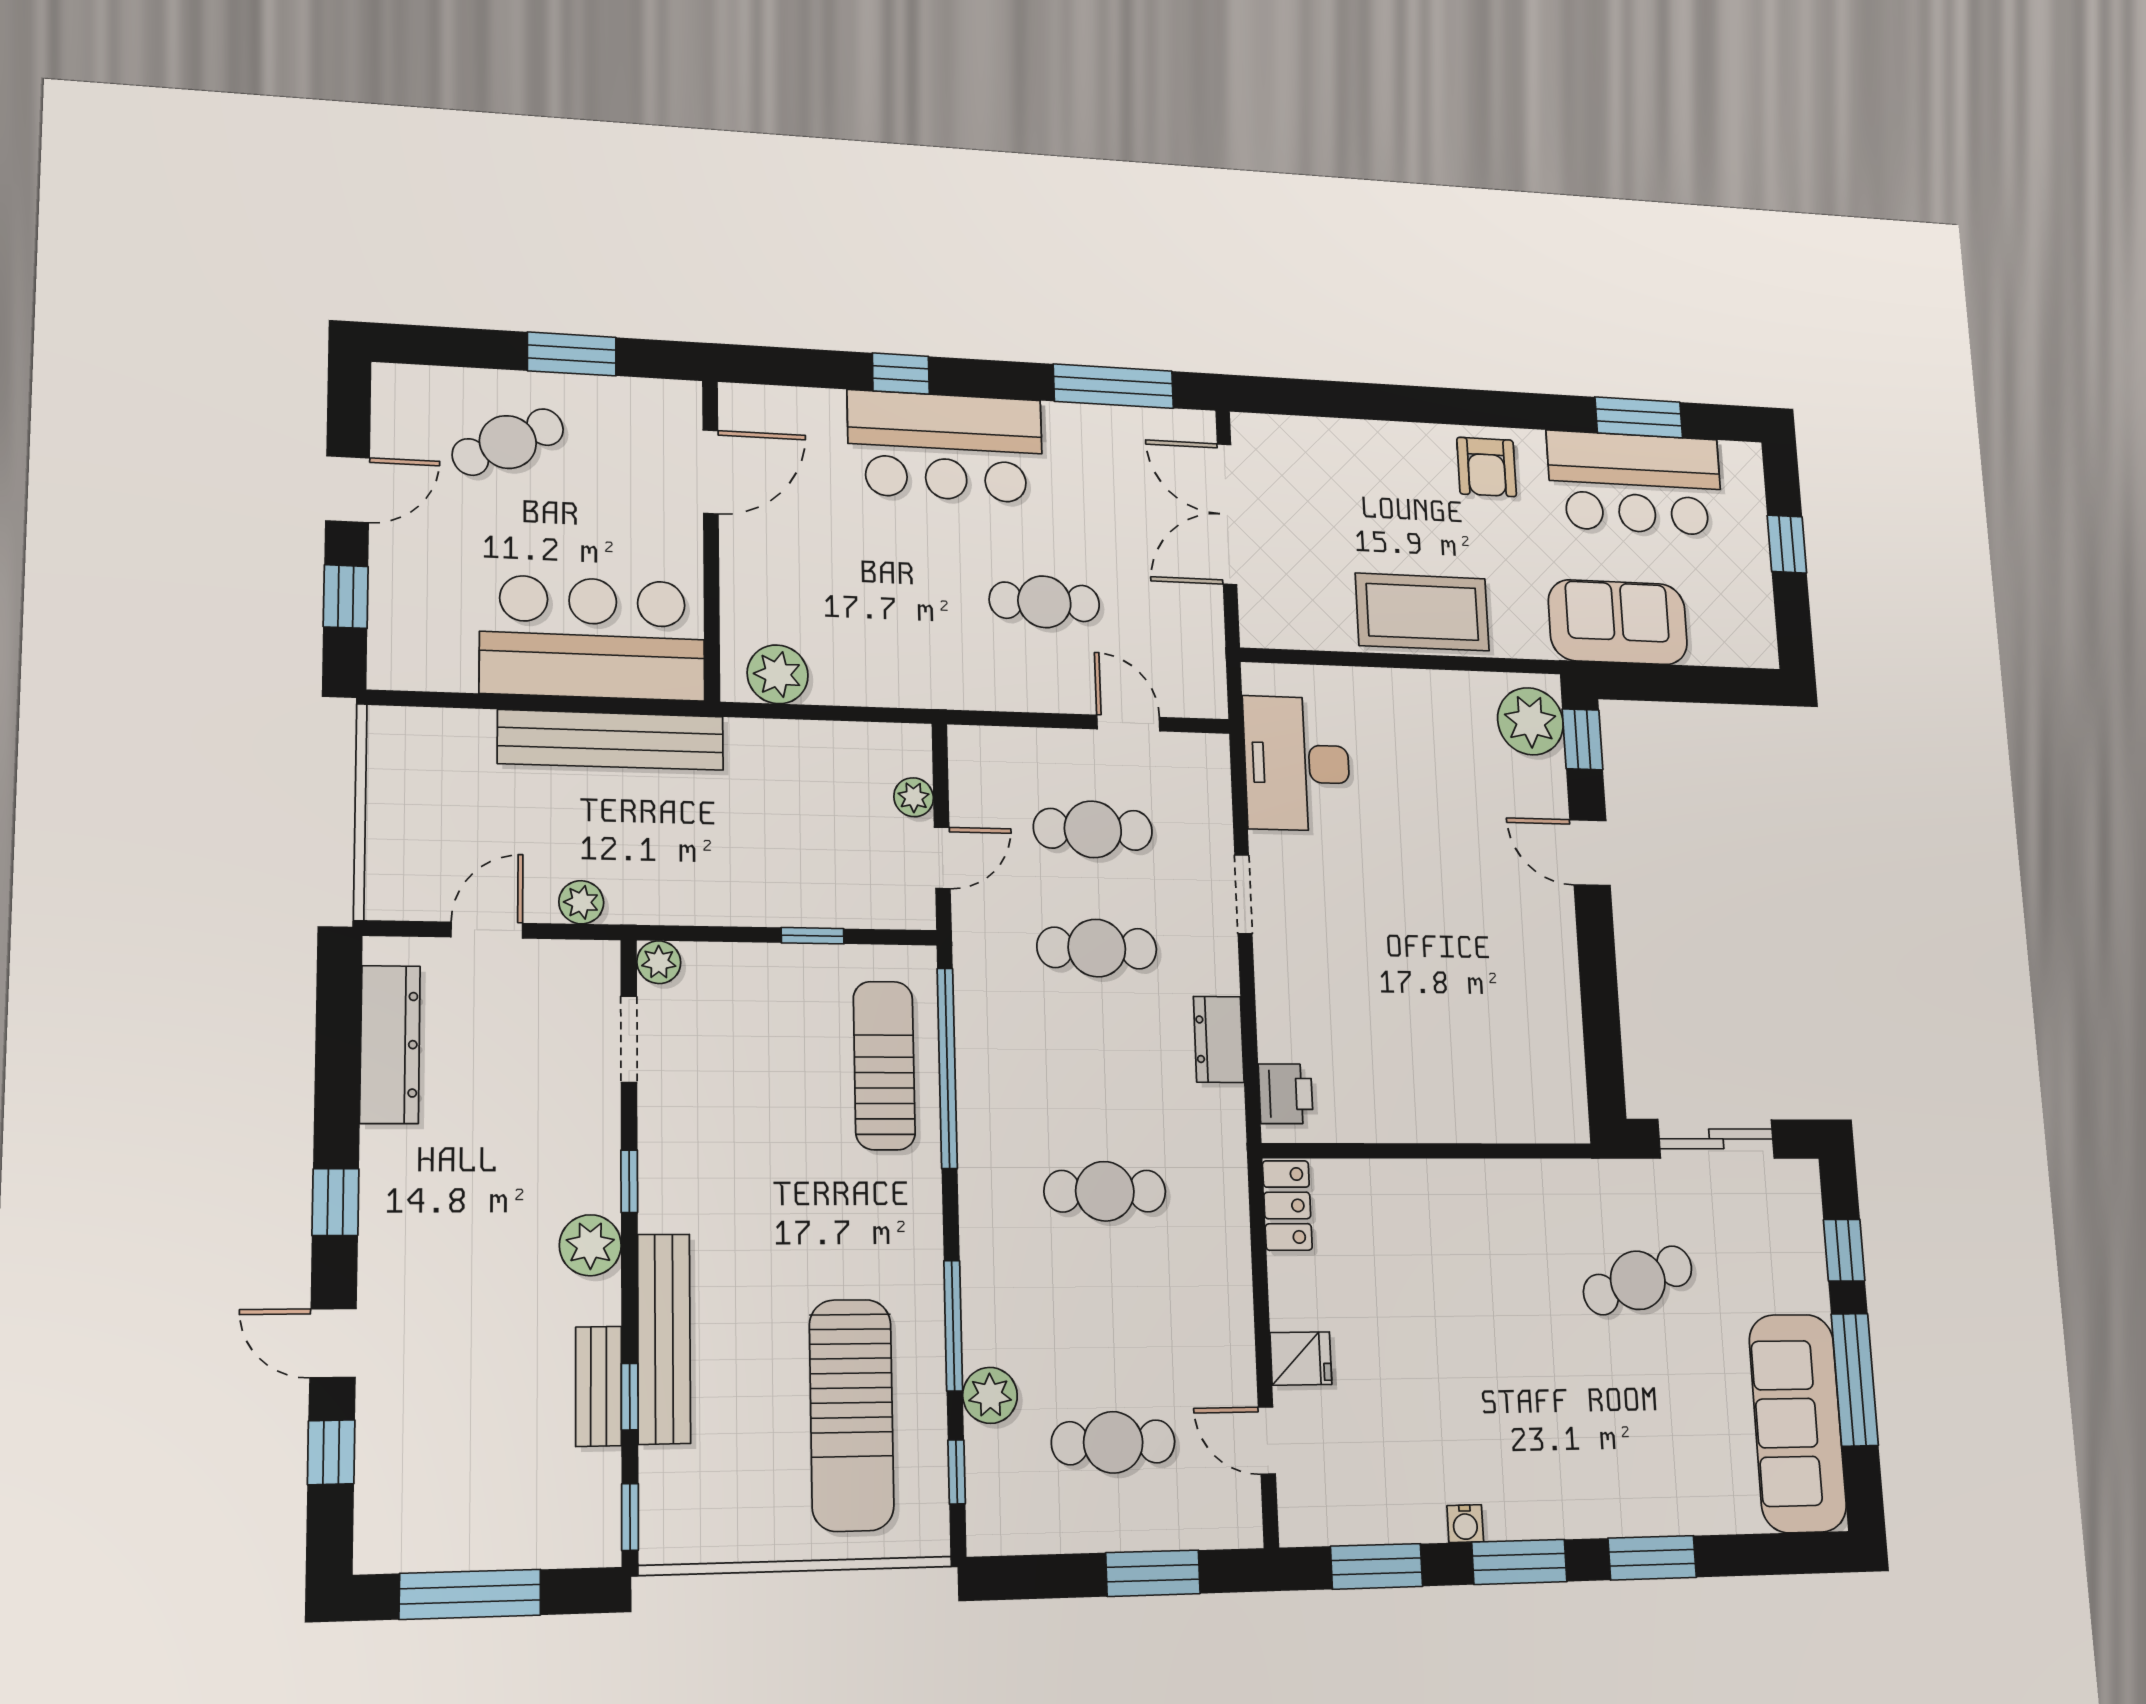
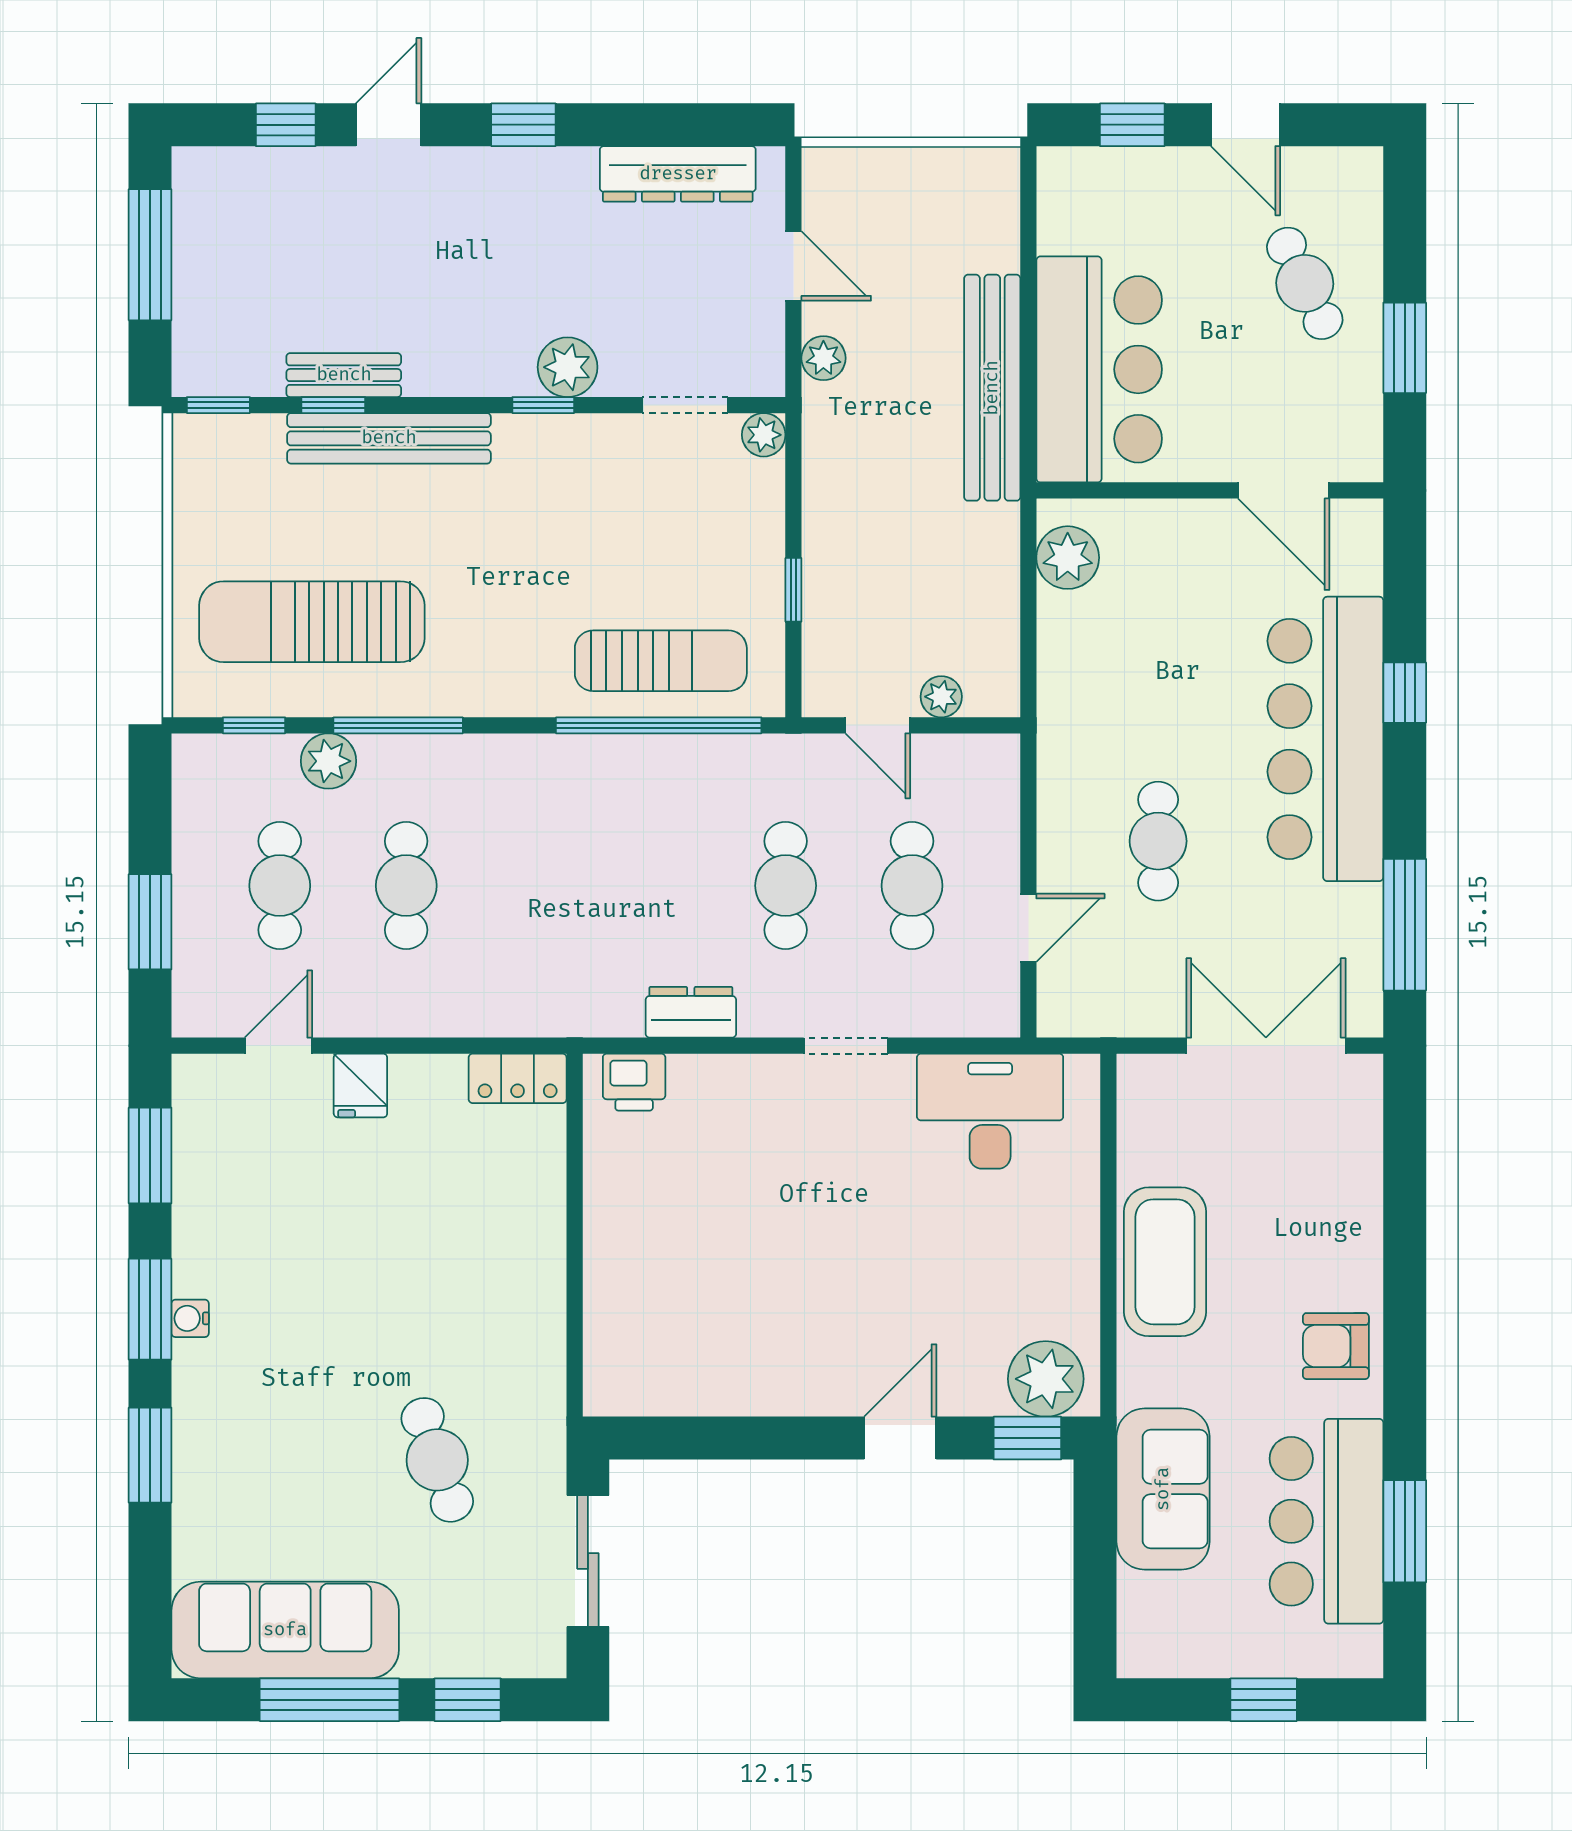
bar counter: (945, 447) -> (1325, 739), width x1.36
cafe table: (1105, 1191) -> (406, 886), moved
plant: (590, 1245) -> (568, 367), moved
water cooler: (1465, 1524) -> (190, 1318), moved

